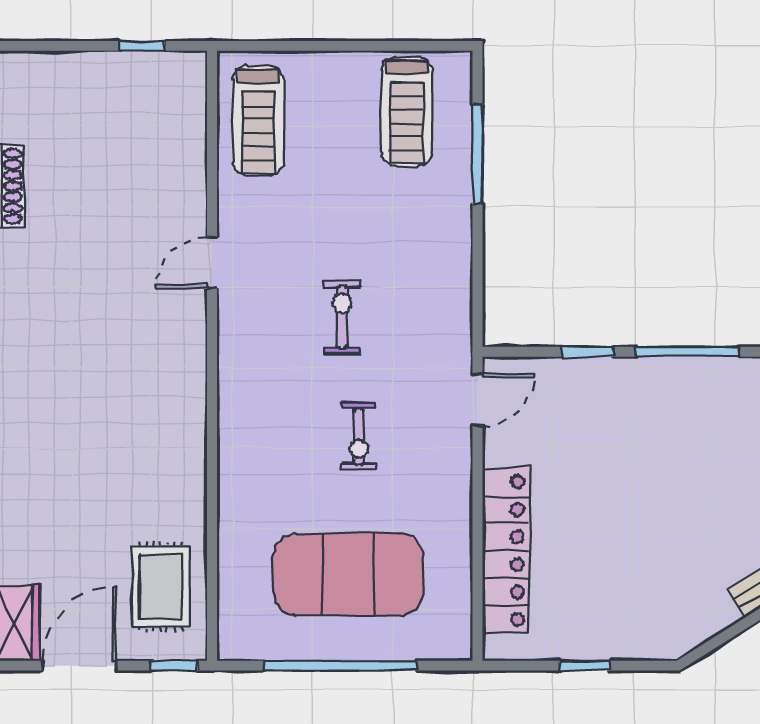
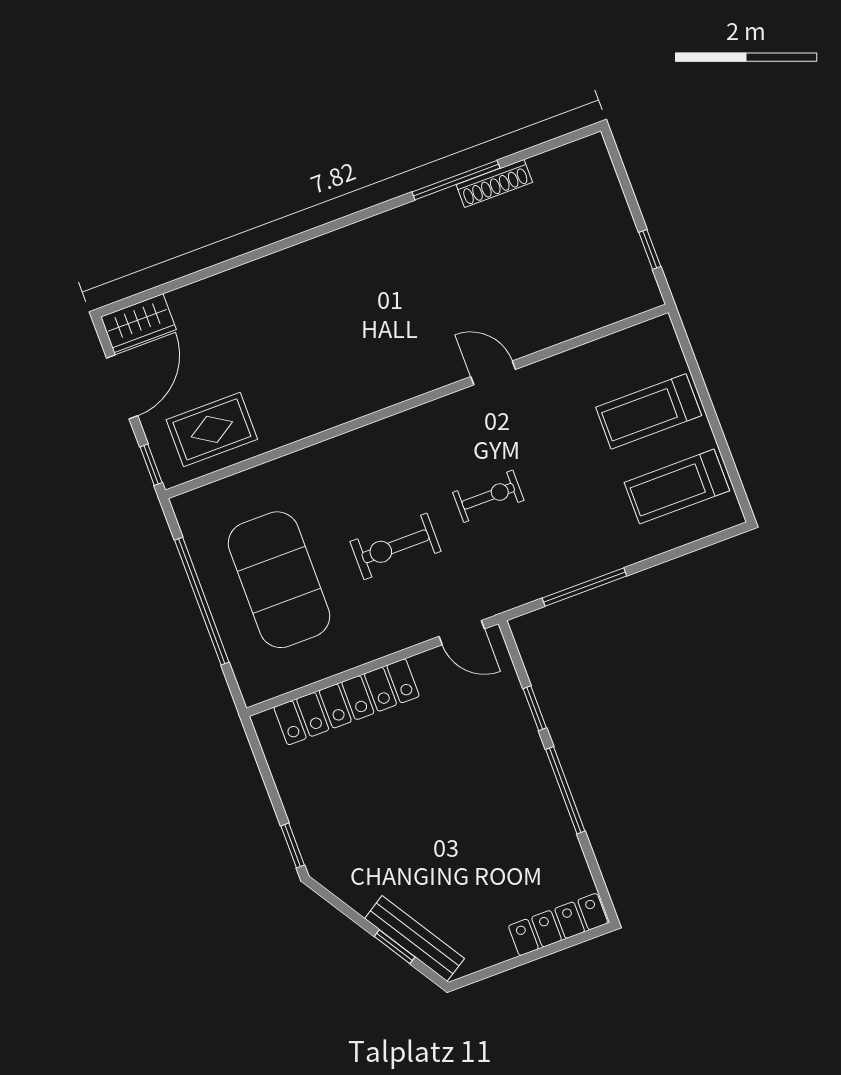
treadmill: (258, 121) -> (649, 411), moved
window: (478, 154) -> (584, 587), moved
exercise bike: (359, 436) -> (395, 546), width x1.38, depth x1.39
door: (79, 666) -> (122, 387), hinge flipped
window: (584, 666) -> (293, 846), moved

